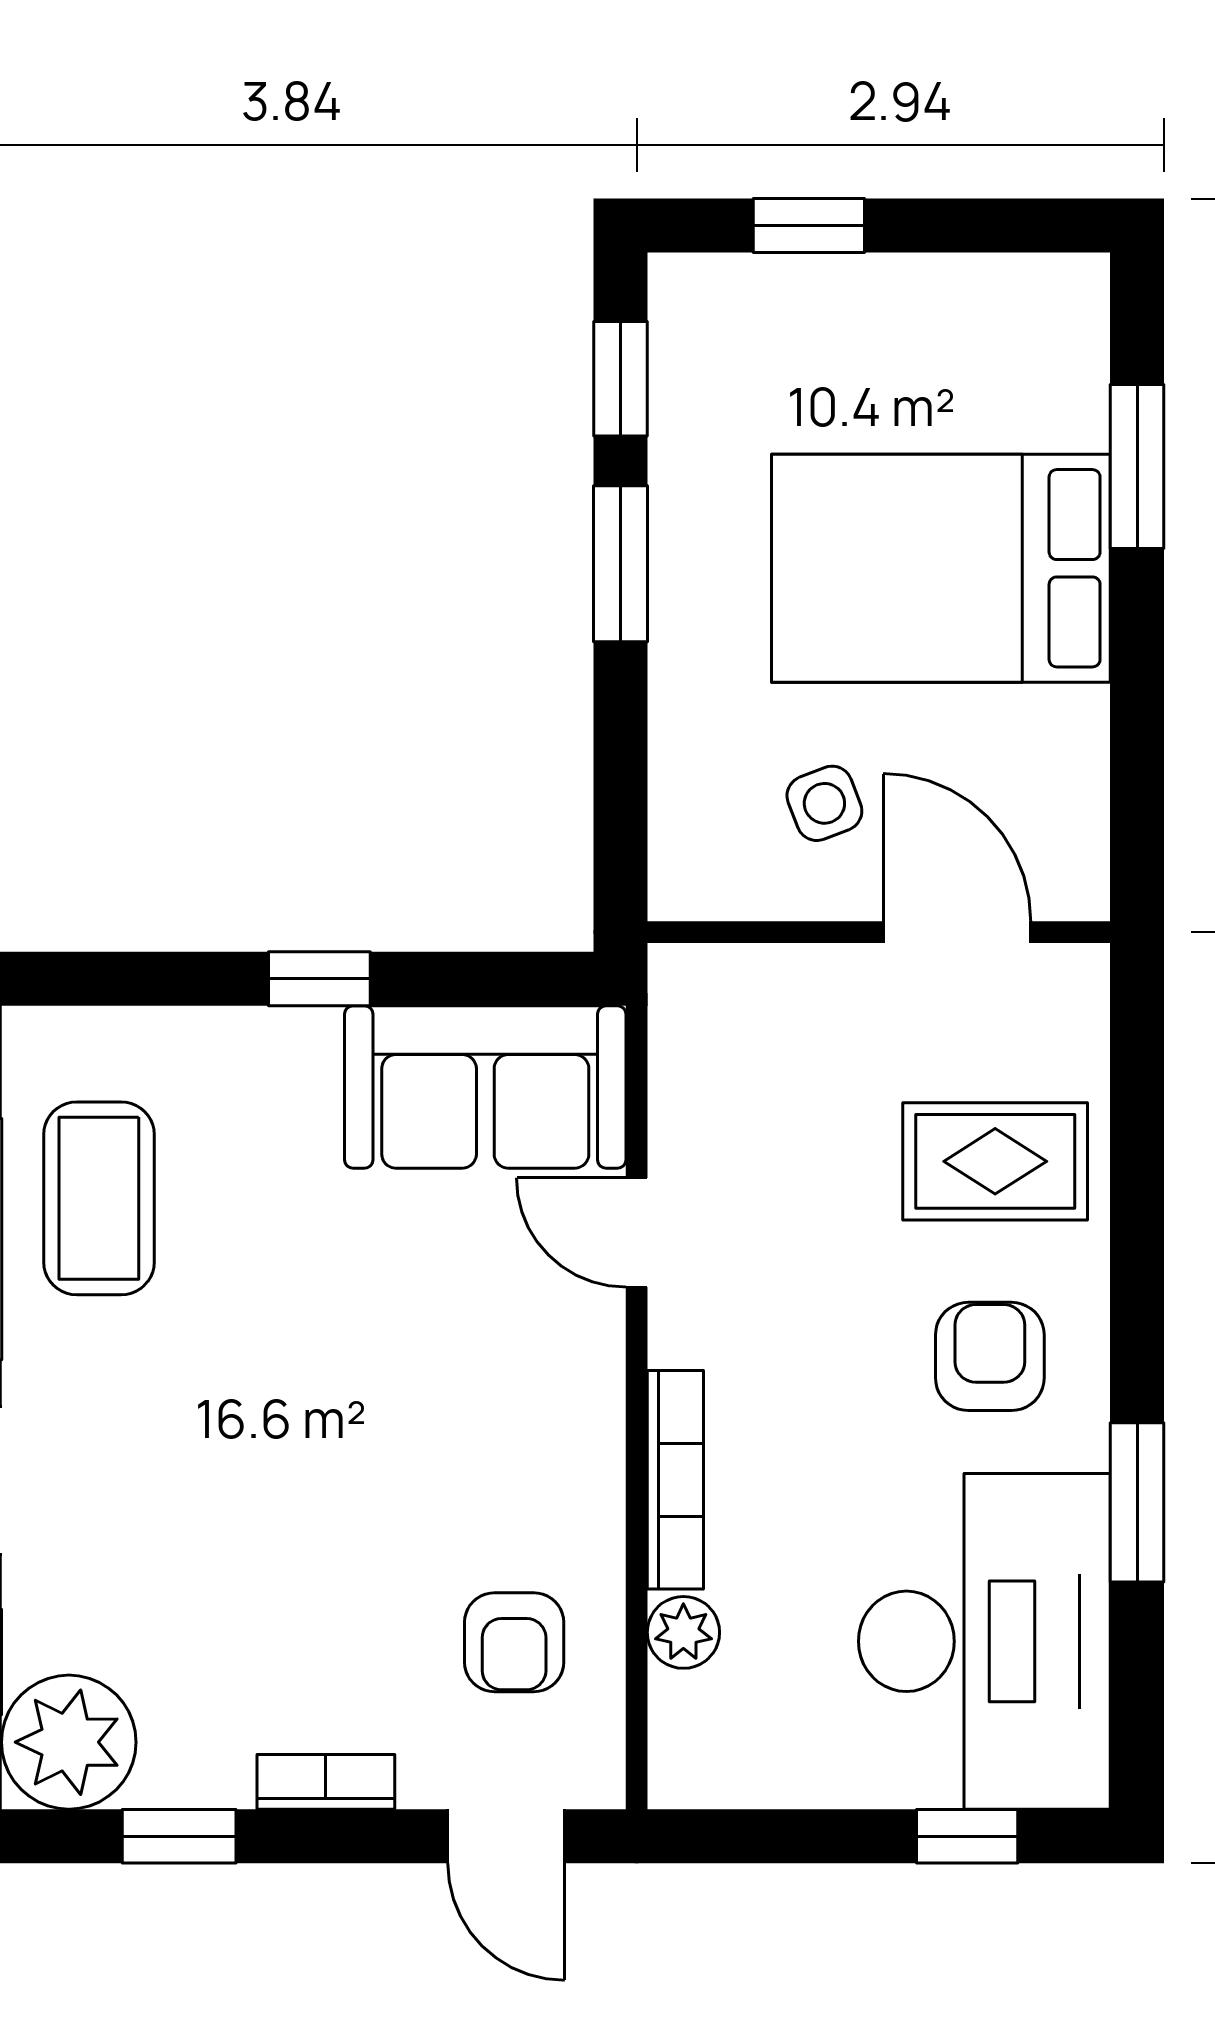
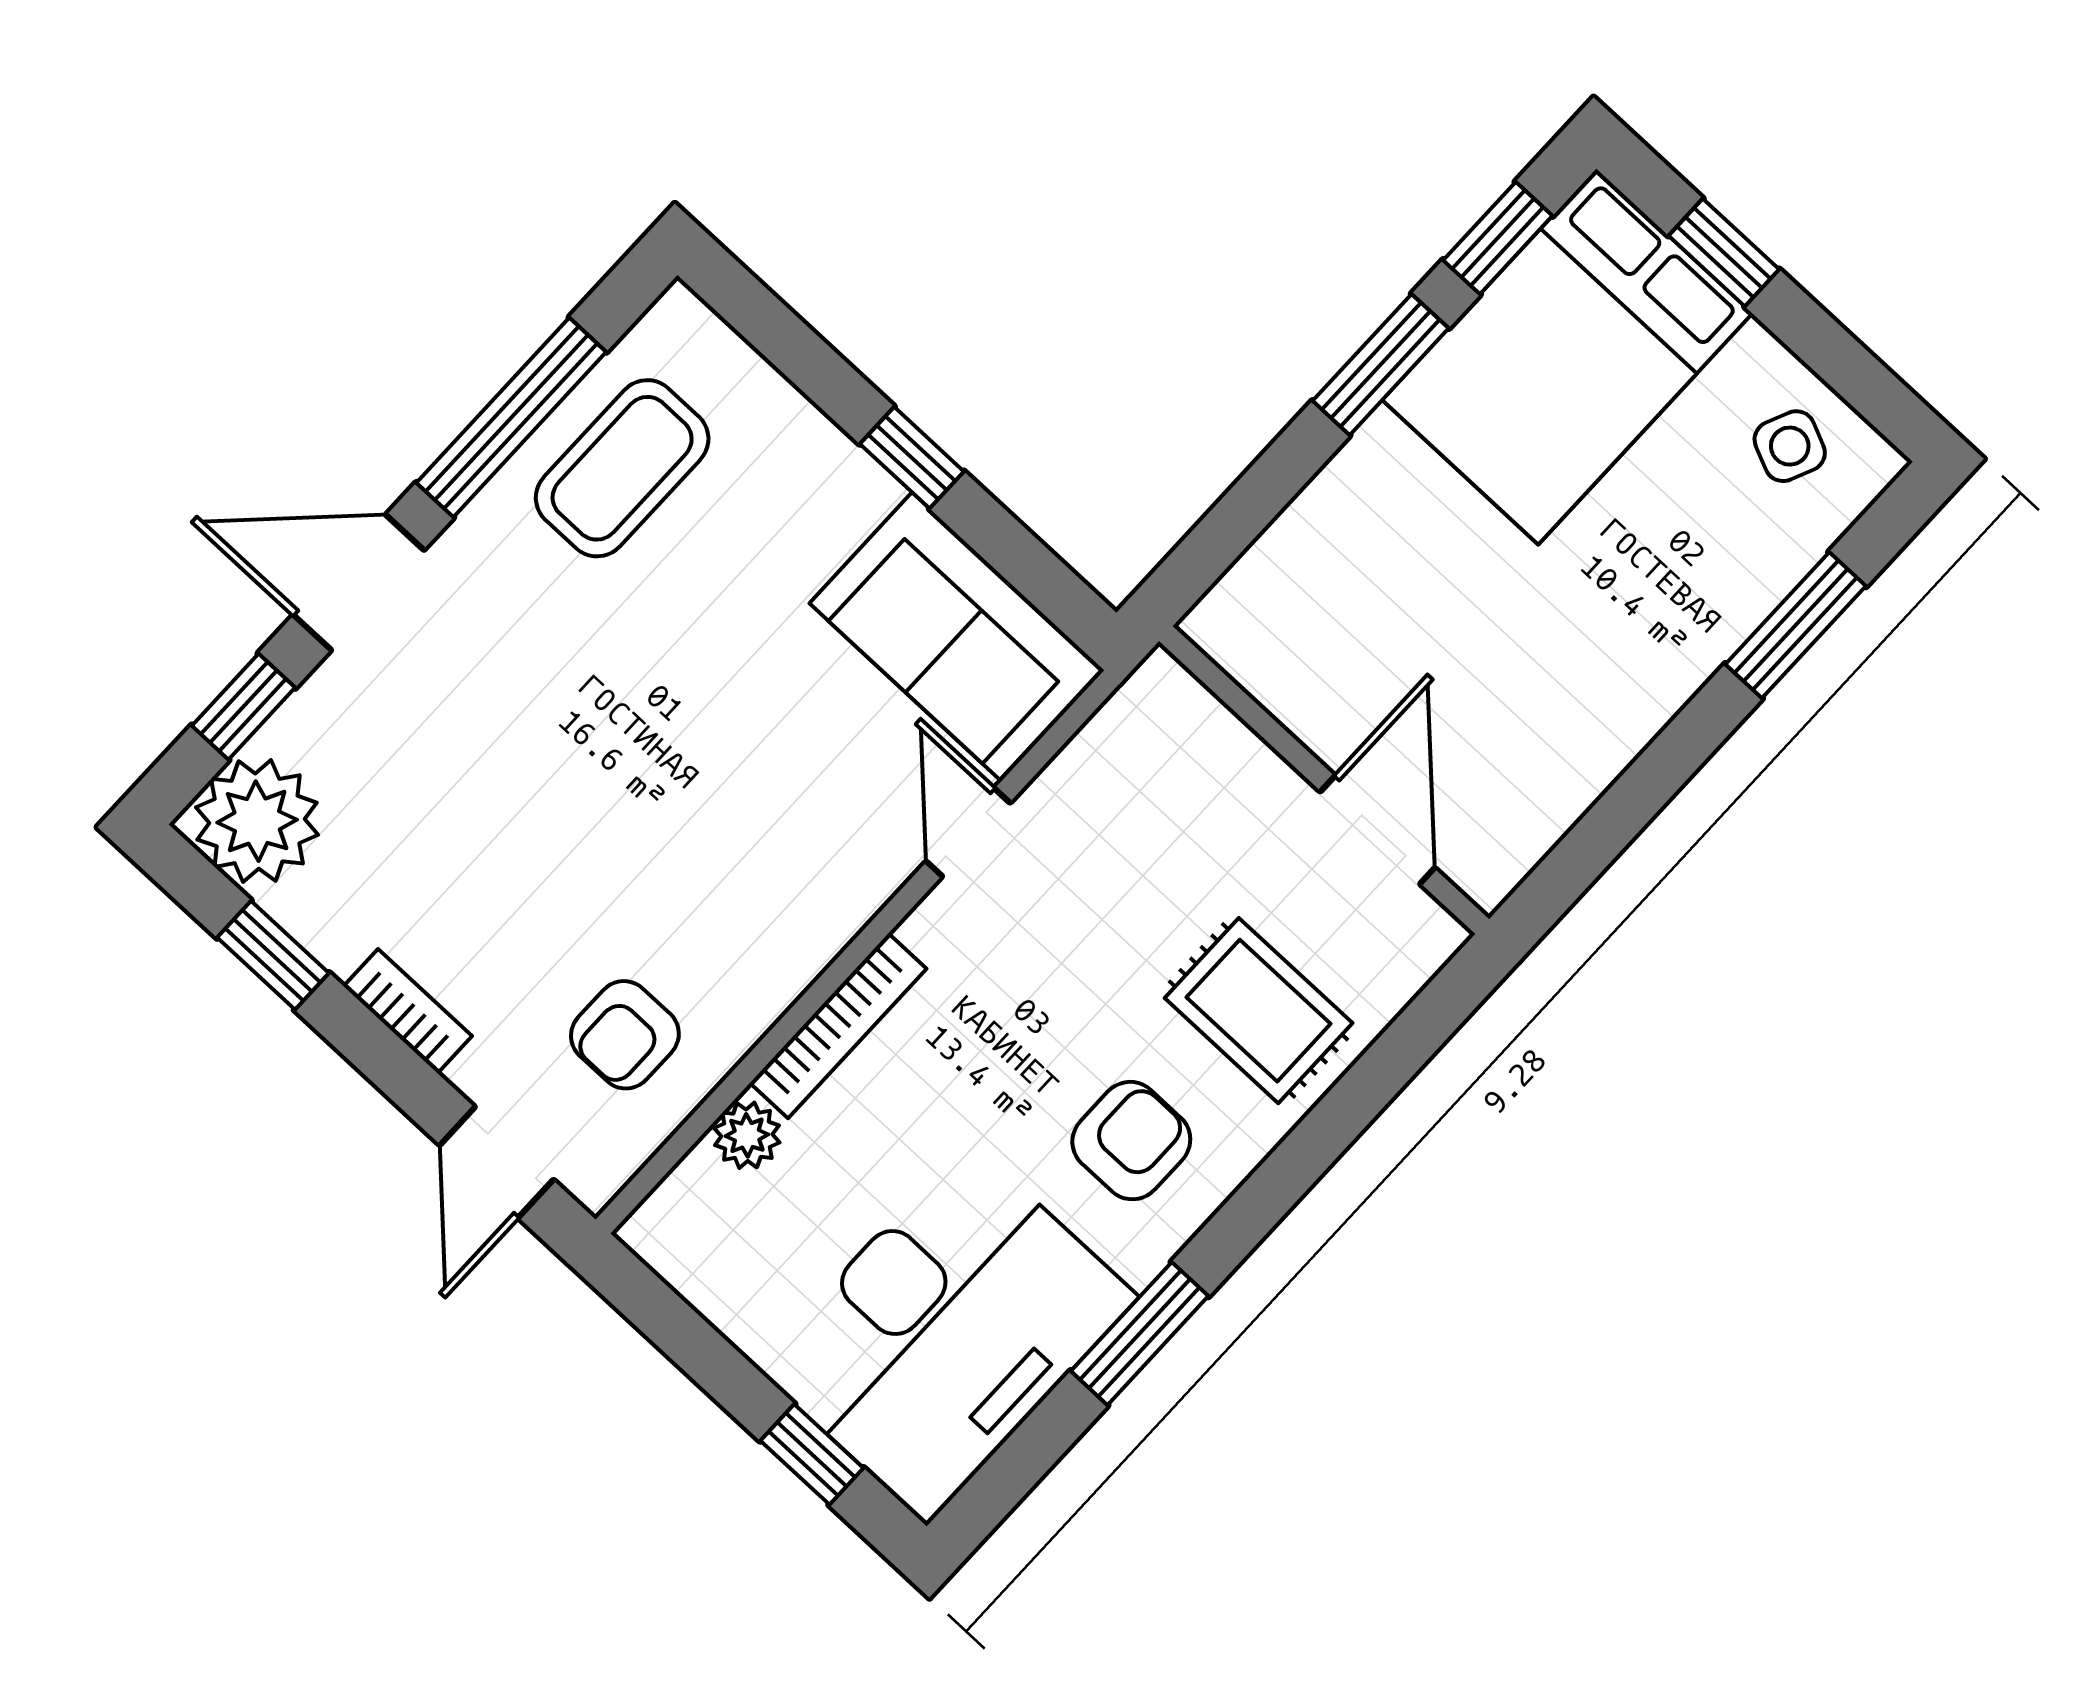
bed: (941, 568) -> (1567, 357), moved, turned -90
side table: (824, 803) -> (1790, 446), moved, turned 45

